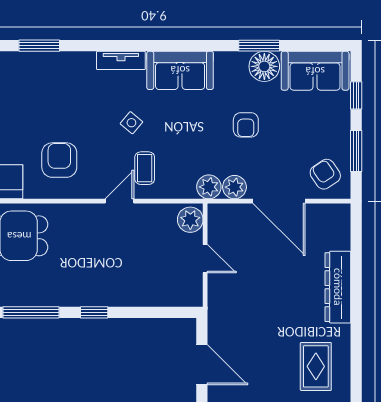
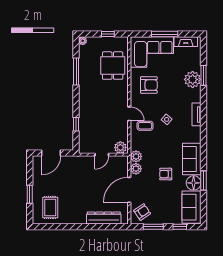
plant: (48, 69) -> (193, 79), added
sofa: (180, 70) -> (192, 159), moved
dresser: (338, 287) -> (104, 218), moved
window: (94, 312) -> (76, 124), moved
rug: (316, 366) -> (50, 208), turned 90

